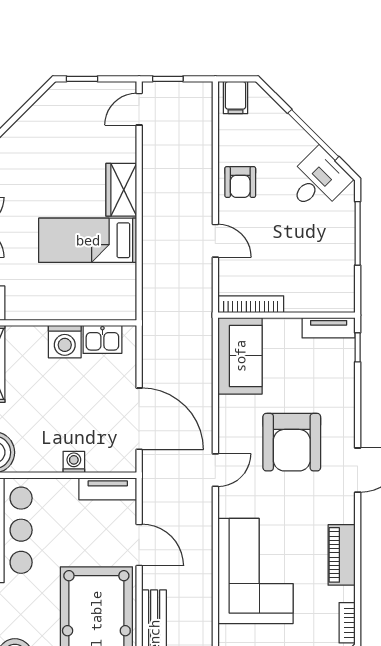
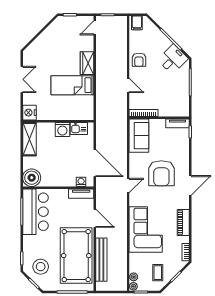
washing machine: (74, 462) -> (81, 182), moved

